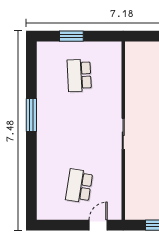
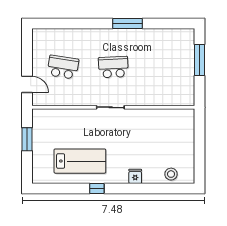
window: (71, 36) -> (200, 60), width x1.44
school desk: (79, 75) -> (113, 67), moved

